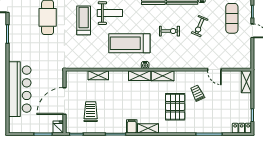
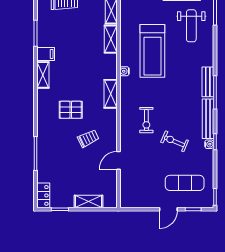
exercise bike: (169, 31) -> (146, 120), moved
treadmill: (129, 43) -> (152, 51), turned 180
shelving: (140, 76) -> (111, 39), moved
shelving: (246, 82) -> (89, 202), moved
pallet: (175, 107) -> (71, 110), width x0.67, depth x0.71

